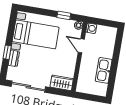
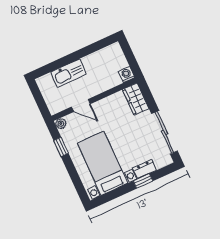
washing machine: (91, 28) -> (127, 75), moved
door: (81, 46) -> (81, 105), hinge flipped
kitchen sink: (104, 70) -> (69, 73), moved

